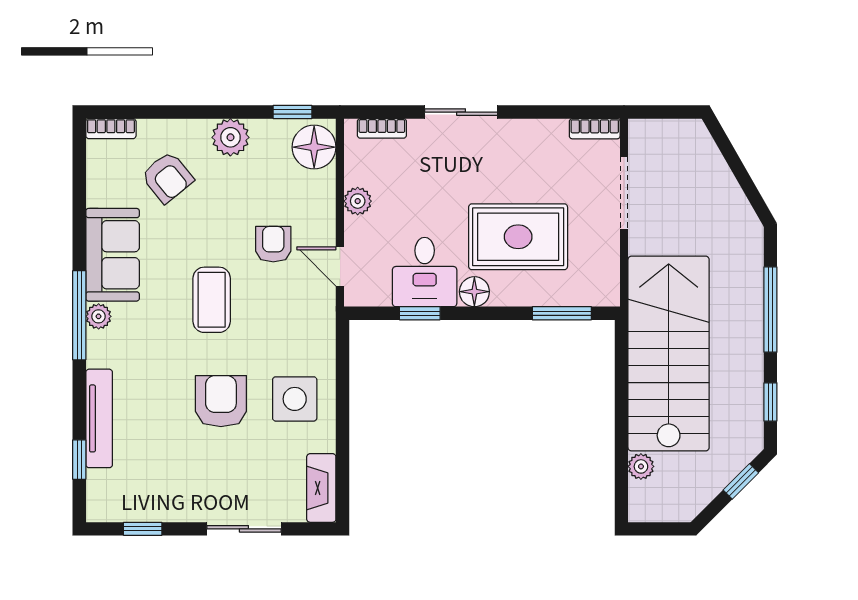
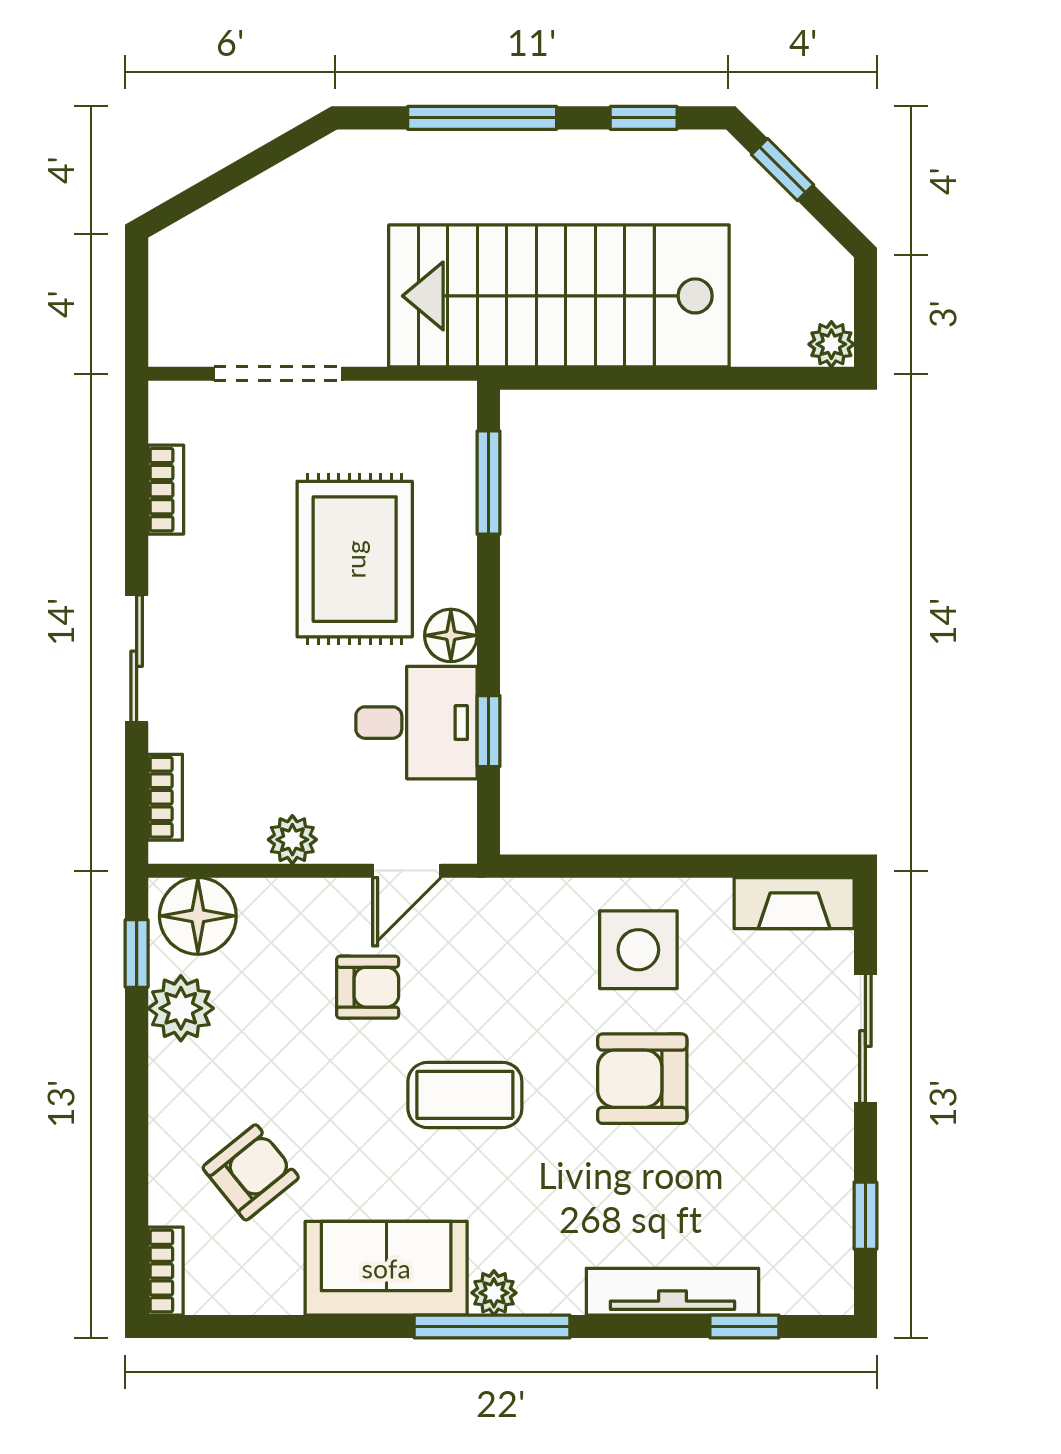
bookcase: (595, 129) -> (166, 490), moved
plant: (230, 137) -> (181, 1008), moved
armchair: (273, 244) -> (368, 987), turned 180
plant: (641, 466) -> (831, 344), moved

